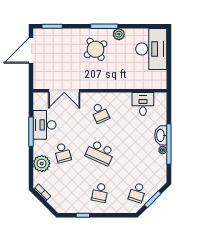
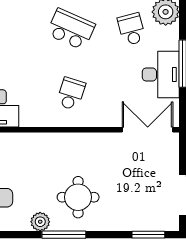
round table: (96, 49) -> (78, 197), turned 34
double door: (64, 91) -> (148, 130), moved
school desk: (100, 113) -> (71, 94), turned 42

